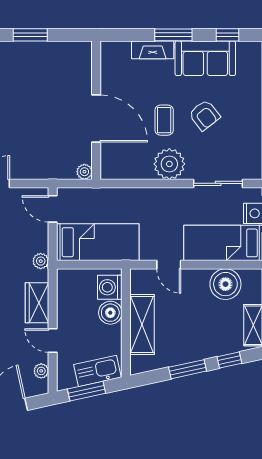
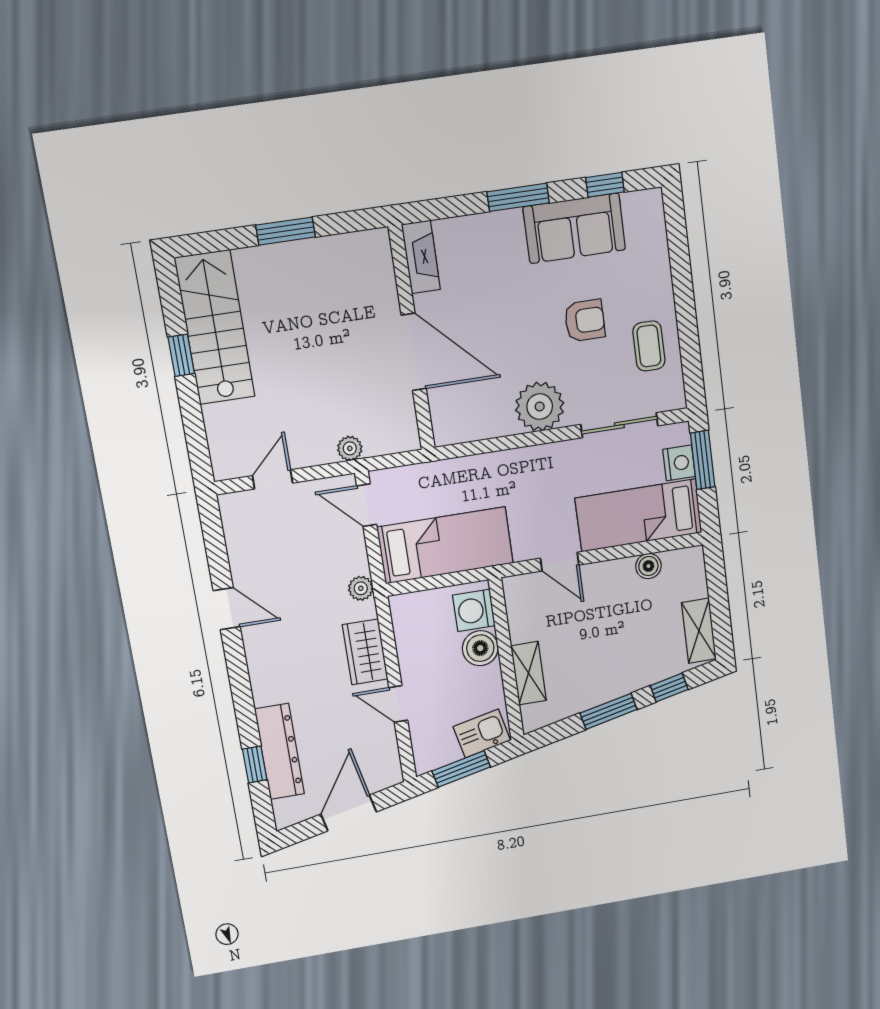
fireplace: (153, 50) -> (421, 257), moved, turned -90
armchair: (204, 115) -> (585, 321), turned -52
coffee table: (164, 120) -> (649, 346), moved
plant: (84, 172) -> (350, 448), moved
boiler: (225, 284) -> (648, 566), width x0.54, depth x0.54
shelving: (142, 324) -> (528, 673), width x0.67, depth x0.75
plant: (41, 371) -> (388, 751), removed
kitchen sink: (97, 371) -> (482, 734), width x0.73

